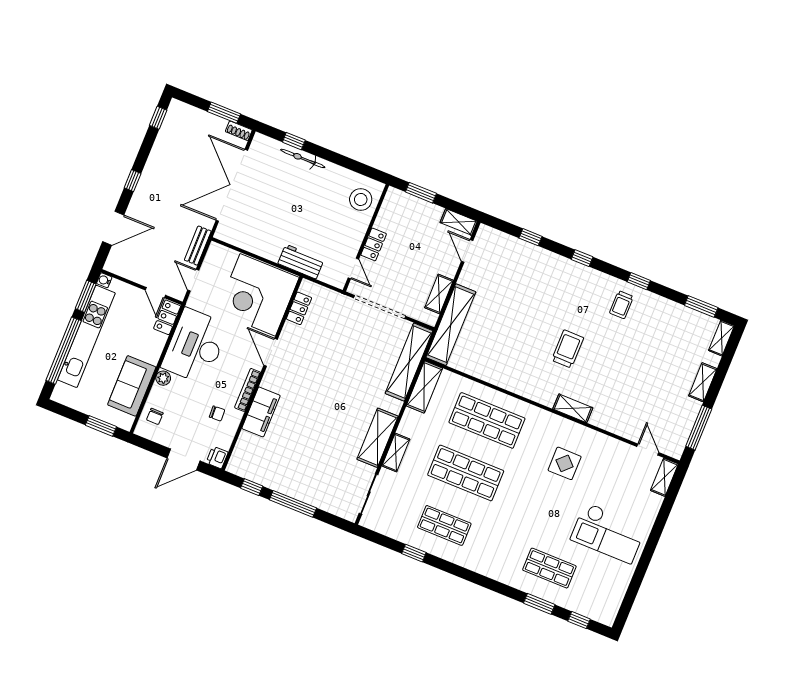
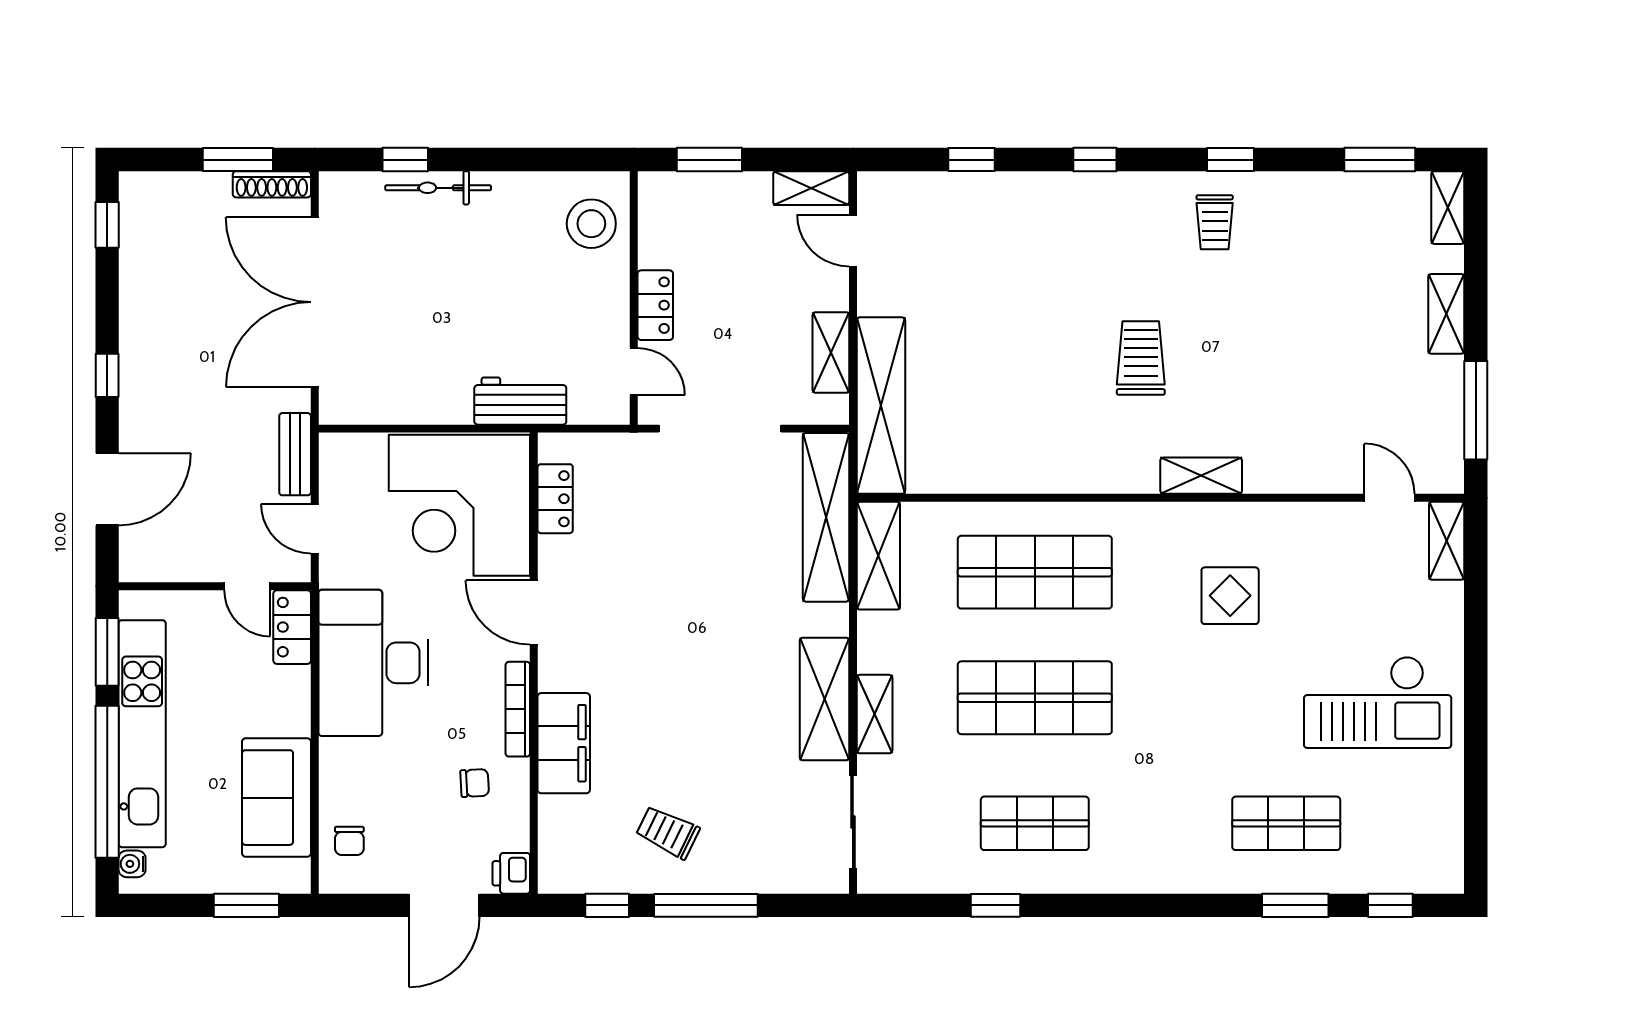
shoe rack: (239, 131) -> (272, 184), width x1.43
water cooler: (104, 280) -> (132, 864), moved
plant: (163, 378) -> (335, 755), removed
trolley: (289, 467) -> (668, 832), added

